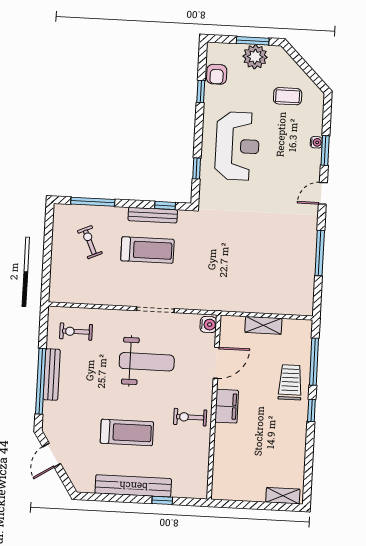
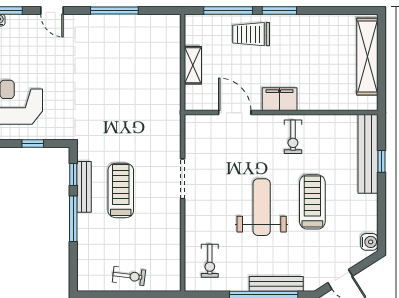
window: (93, 202) -> (73, 219), moved
exercise bike: (90, 242) -> (129, 276), moved, turned -149
water cooler: (208, 324) -> (369, 242), moved, turned 90
weight bench: (147, 362) -> (262, 207), moved
bench: (52, 375) -> (276, 284), moved
window: (311, 410) -> (279, 10), width x1.50
bench: (133, 486) -> (368, 154), moved
shelving: (283, 496) -> (367, 57), width x2.20, depth x1.33

